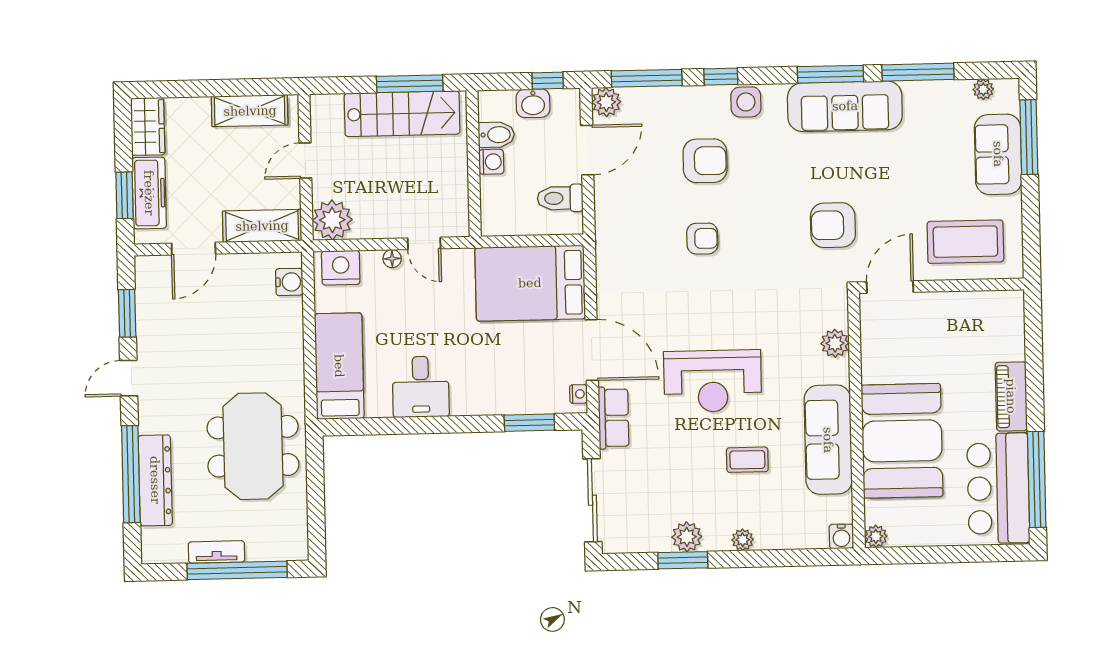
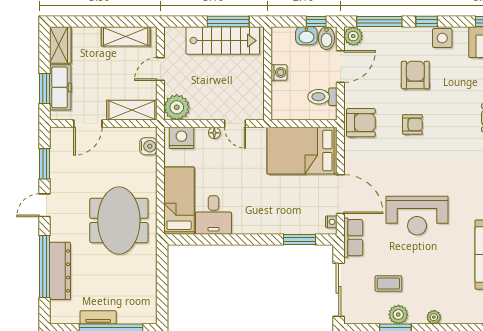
bidet: (496, 135) -> (327, 38), moved, turned 90
armchair: (705, 161) -> (415, 75), turned -90
armchair: (621, 237) -> (361, 123), added
desk: (421, 387) -> (214, 215), moved
meeting table: (253, 446) -> (119, 220), moved
coffee table: (747, 460) -> (388, 284), moved

